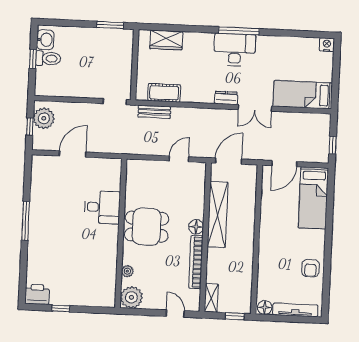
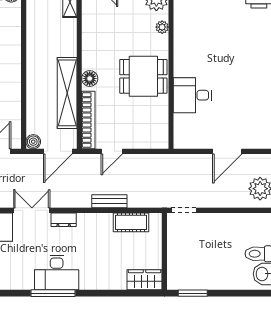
wardrobe: (166, 40) -> (145, 280), moved
bench: (154, 112) -> (109, 201), moved
boiler: (251, 171) -> (33, 142), added
bookcase: (196, 262) -> (88, 120), moved

